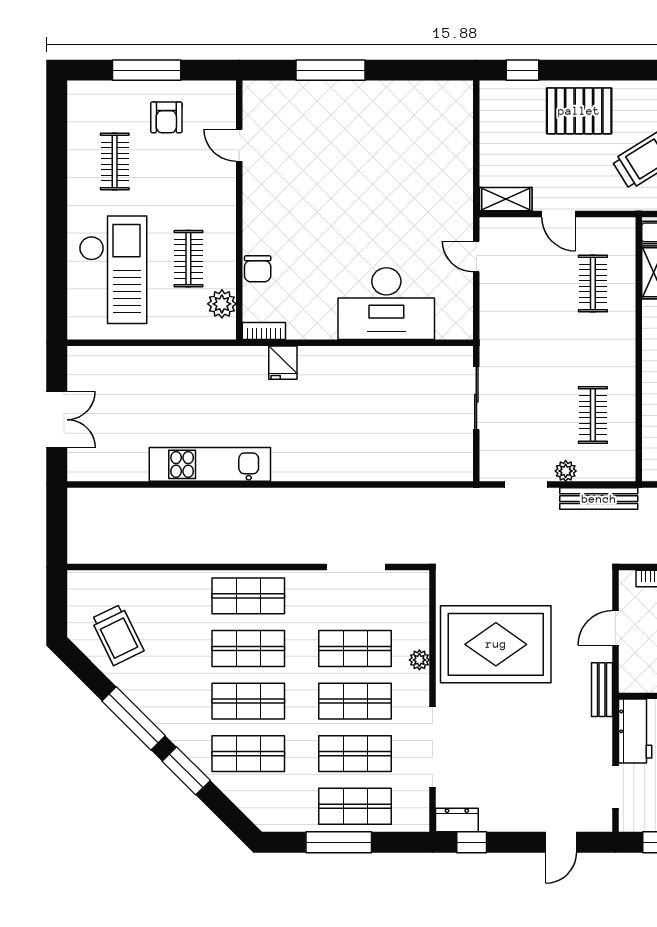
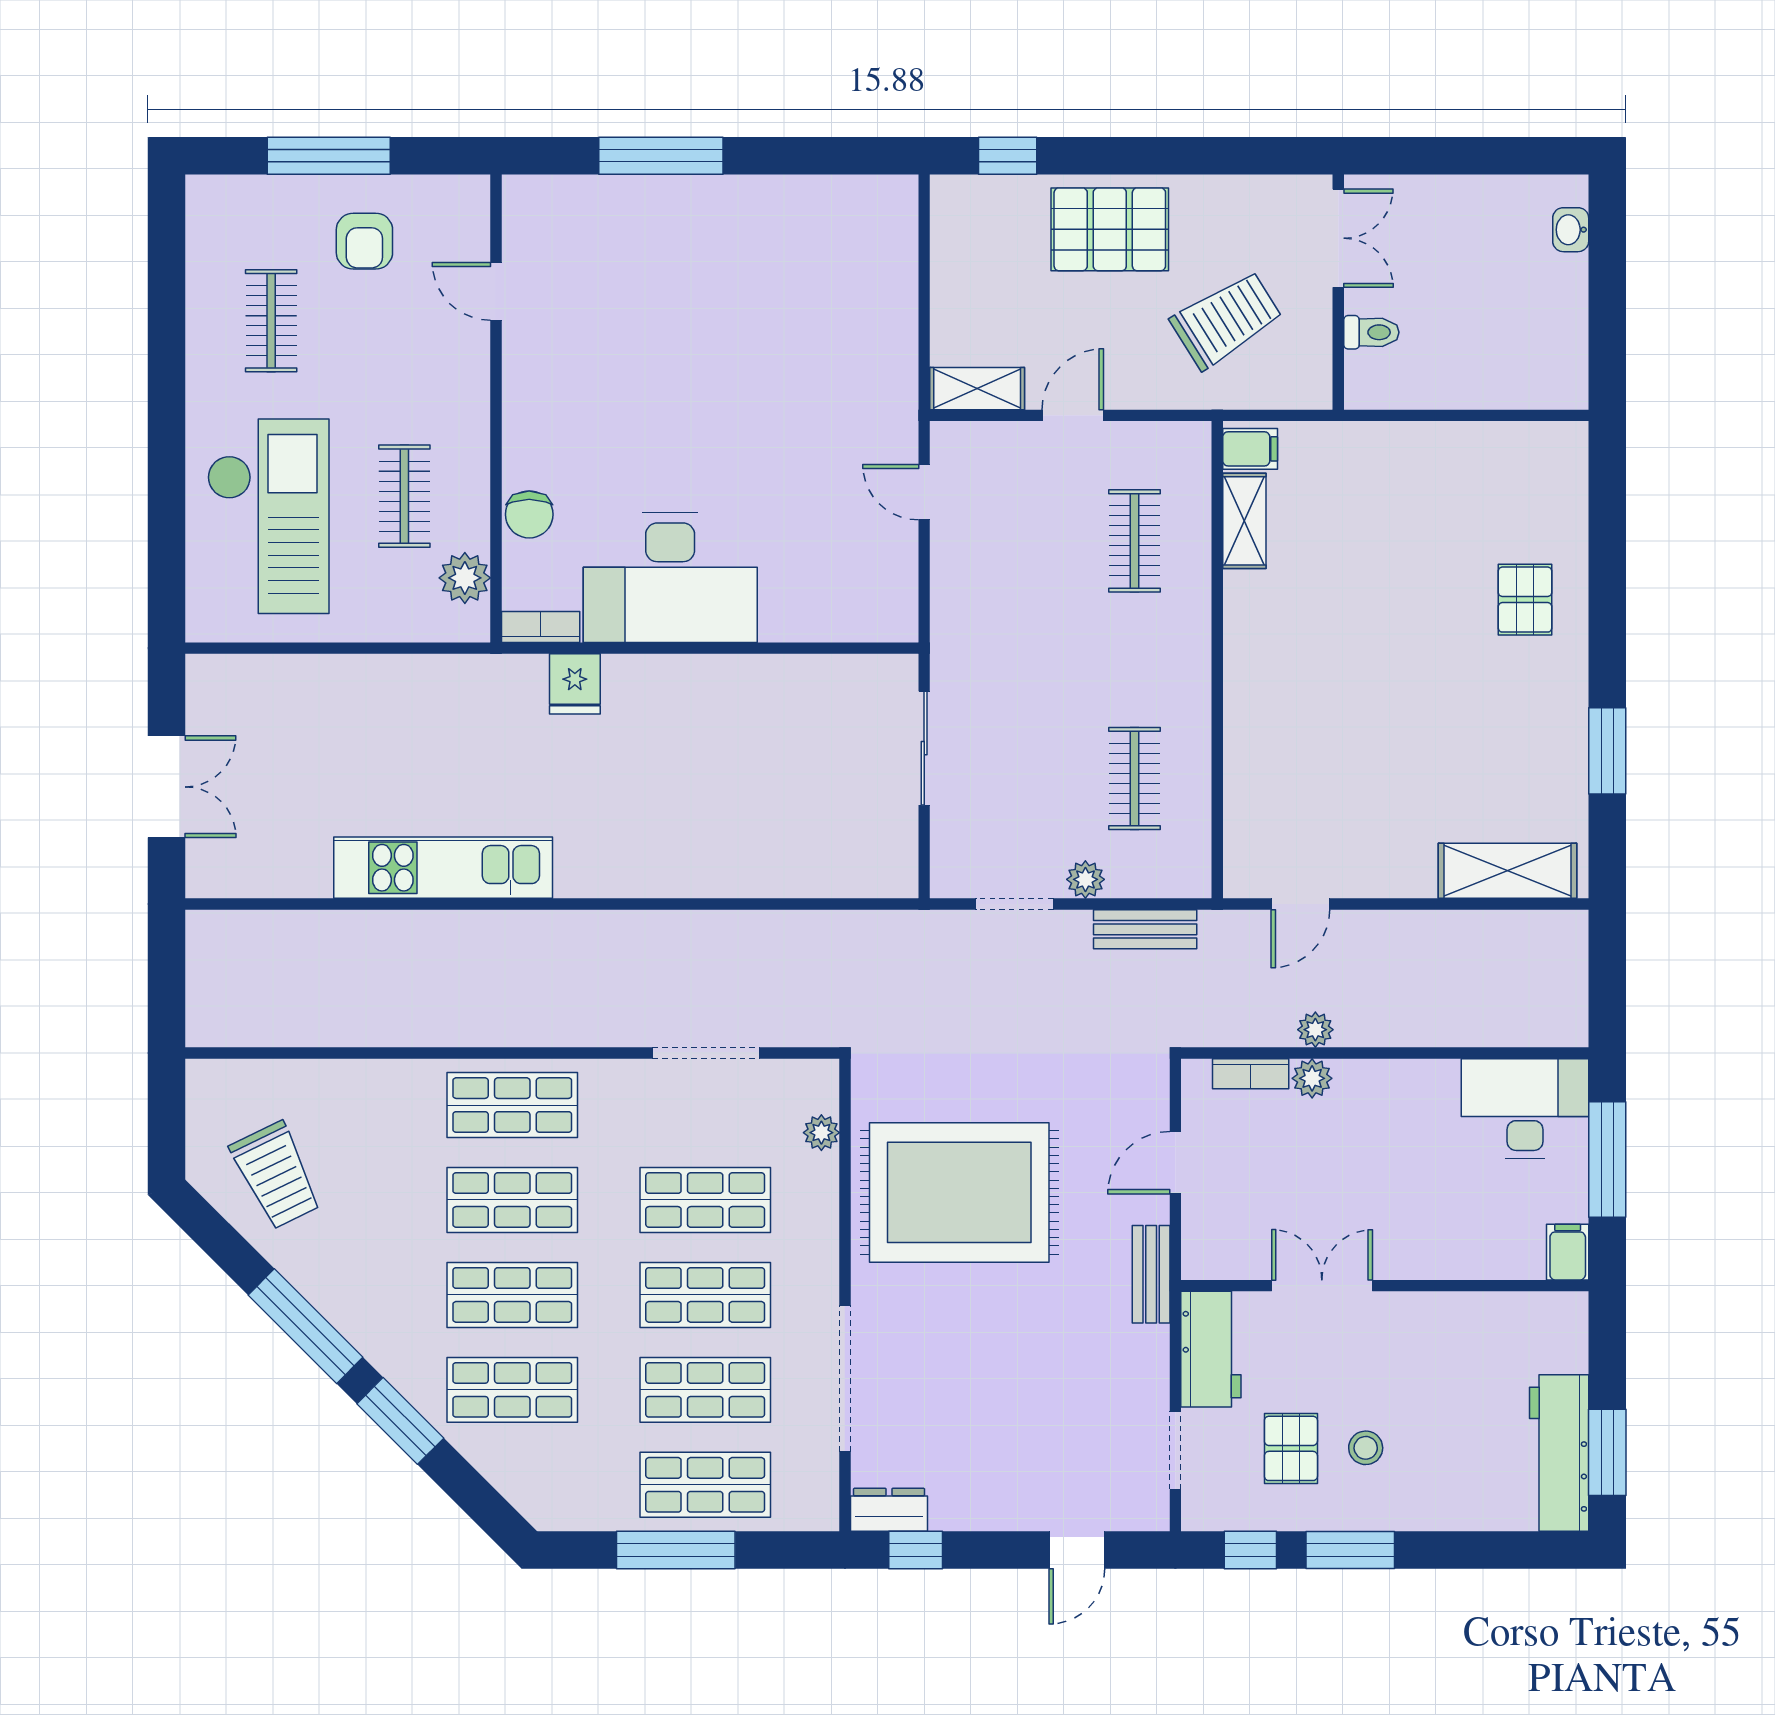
door: (559, 214) -> (1073, 415), swing flipped
desk: (386, 304) -> (670, 577), moved
bench: (599, 499) -> (1145, 929), width x0.73
plant: (419, 660) -> (821, 1133), moved

